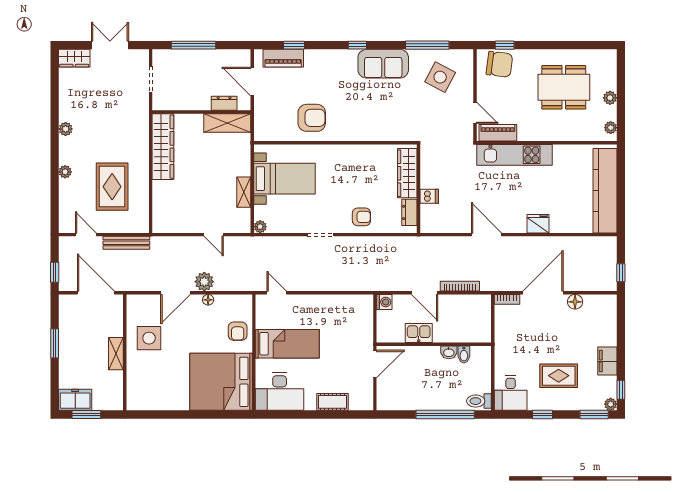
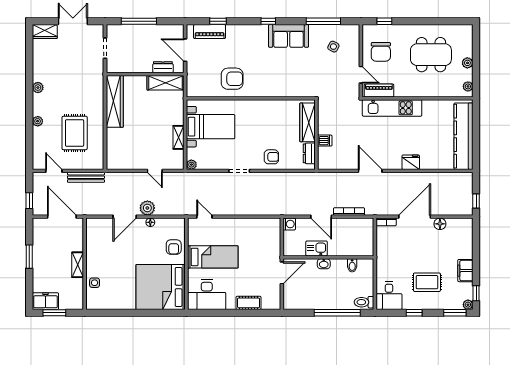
chair: (499, 64) -> (381, 52), moved, turned 83
side table: (440, 77) -> (333, 47), width x0.54, depth x0.54
side table: (149, 338) -> (95, 283), moved, width x0.54, depth x0.54
washbasin: (449, 352) -> (324, 264), moved

